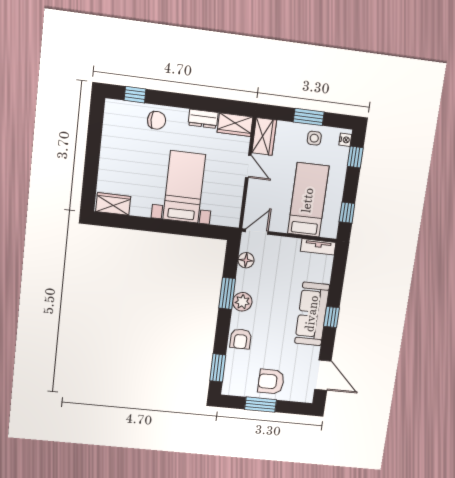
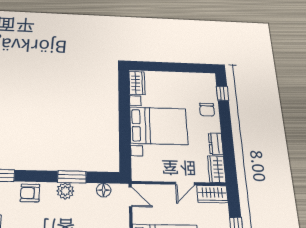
bed with nightstands: (184, 187) -> (159, 126), width x1.36

